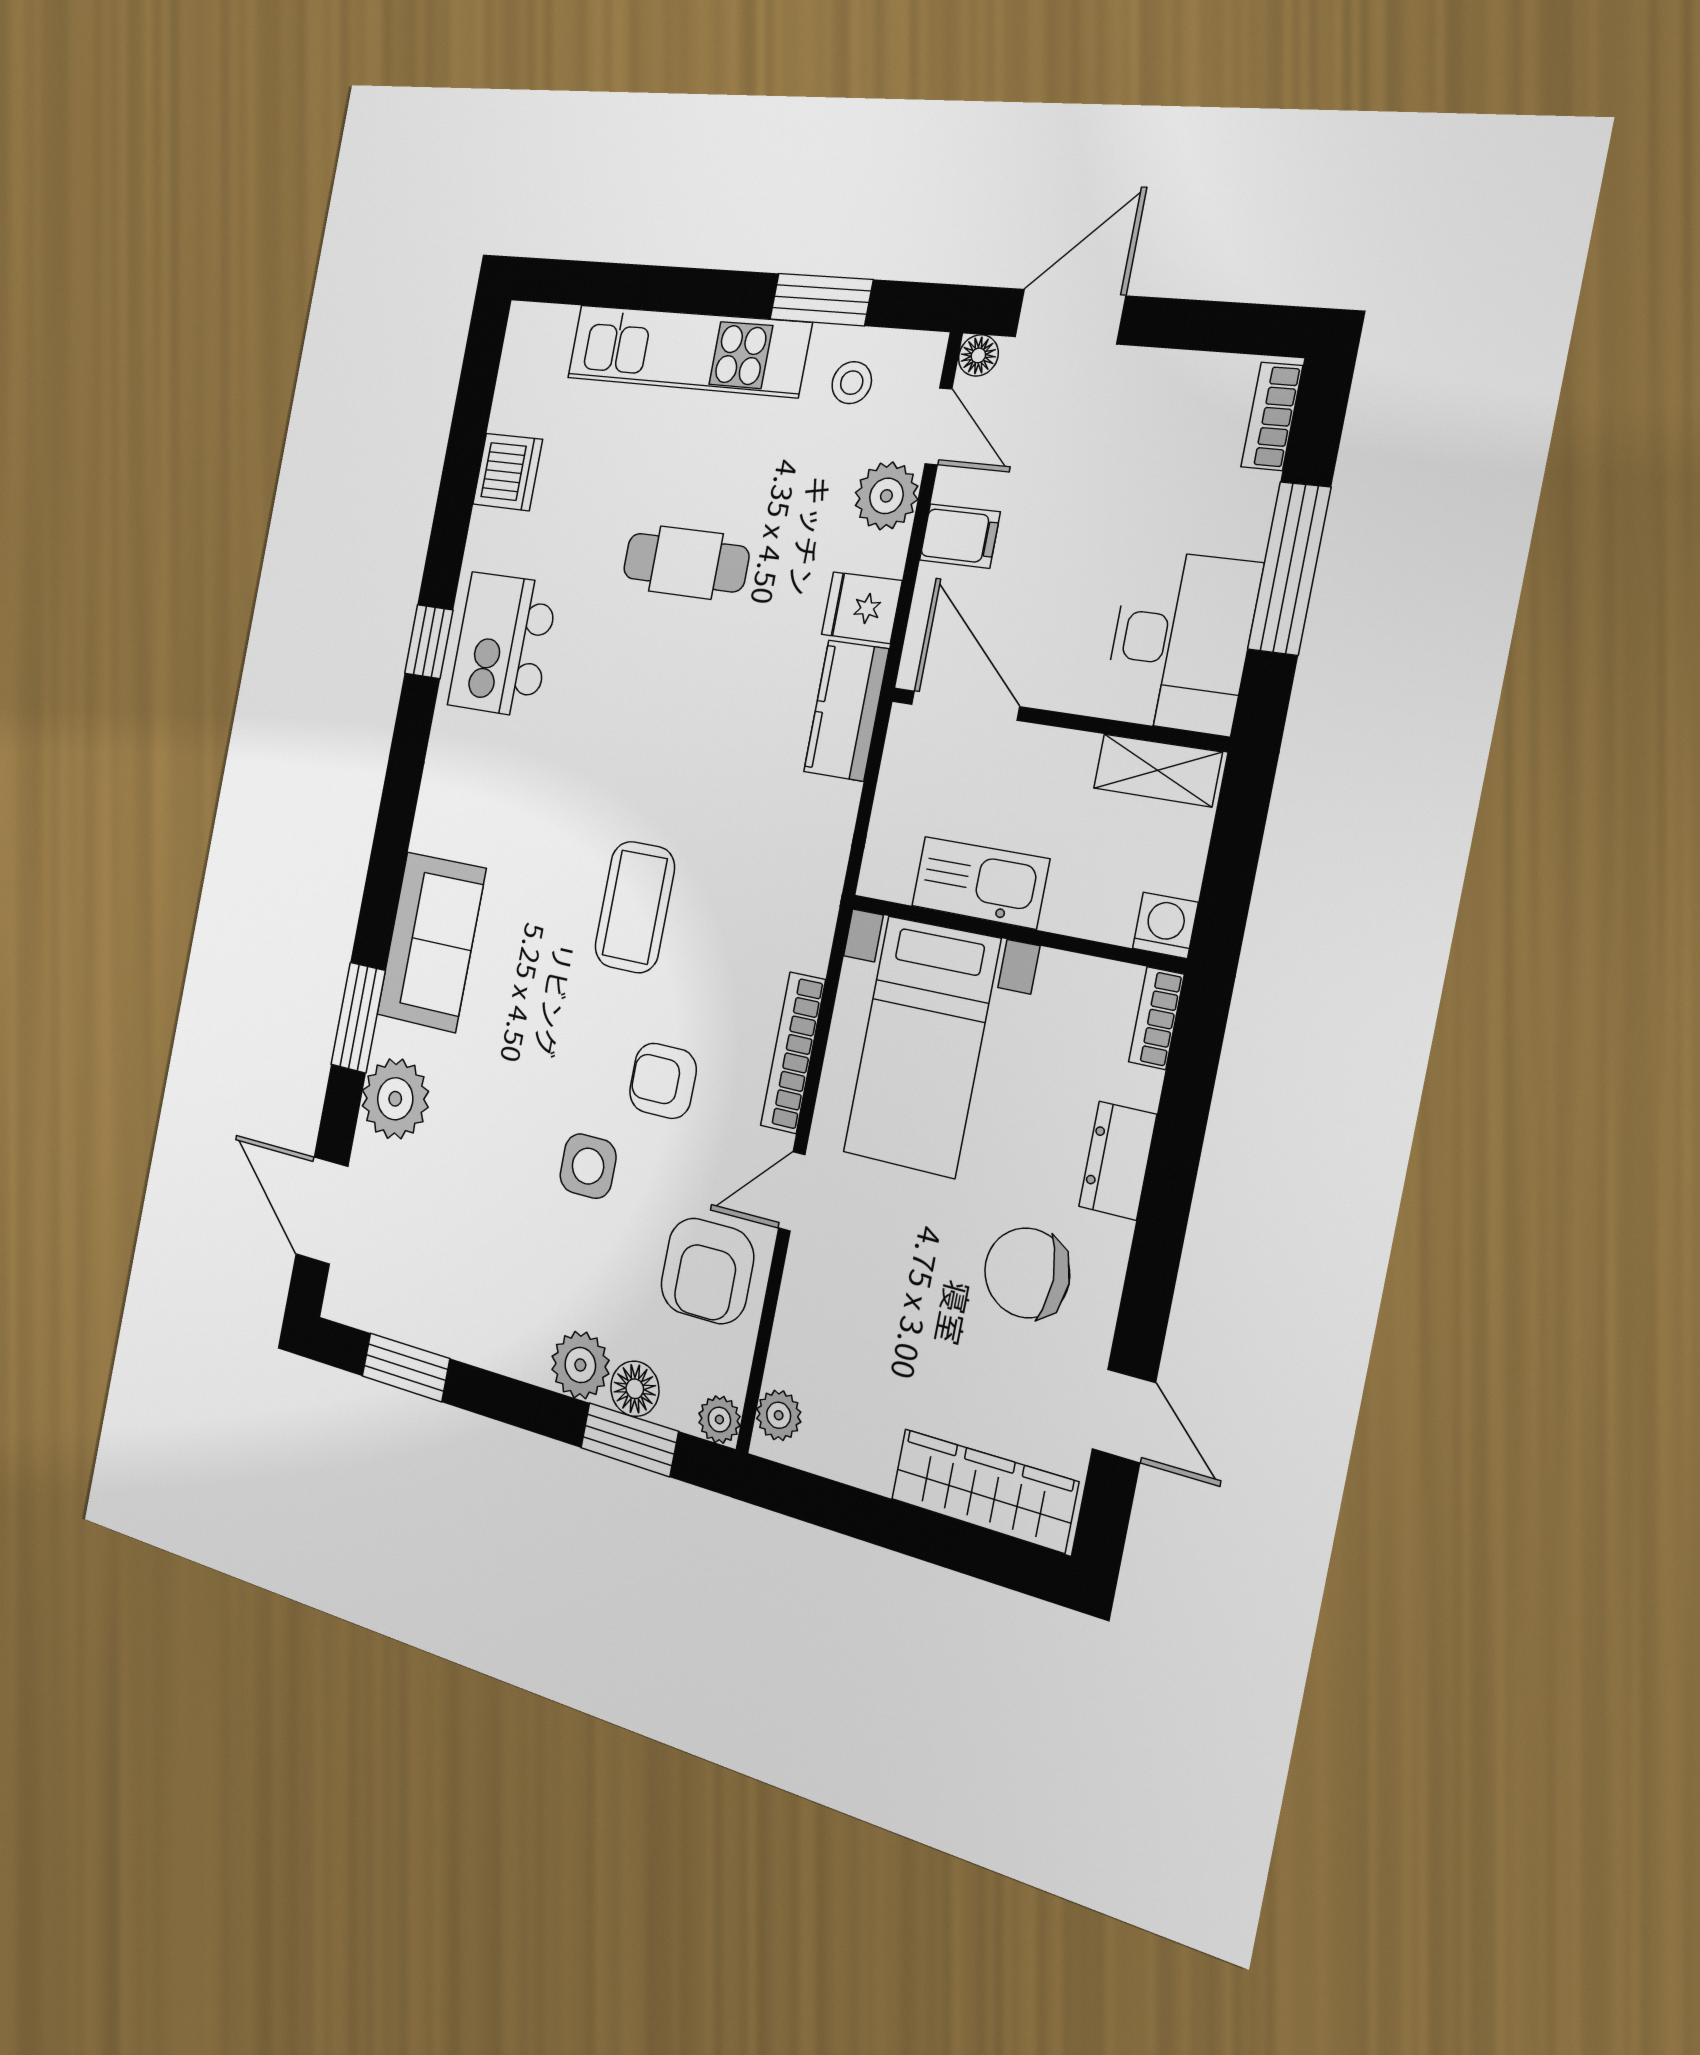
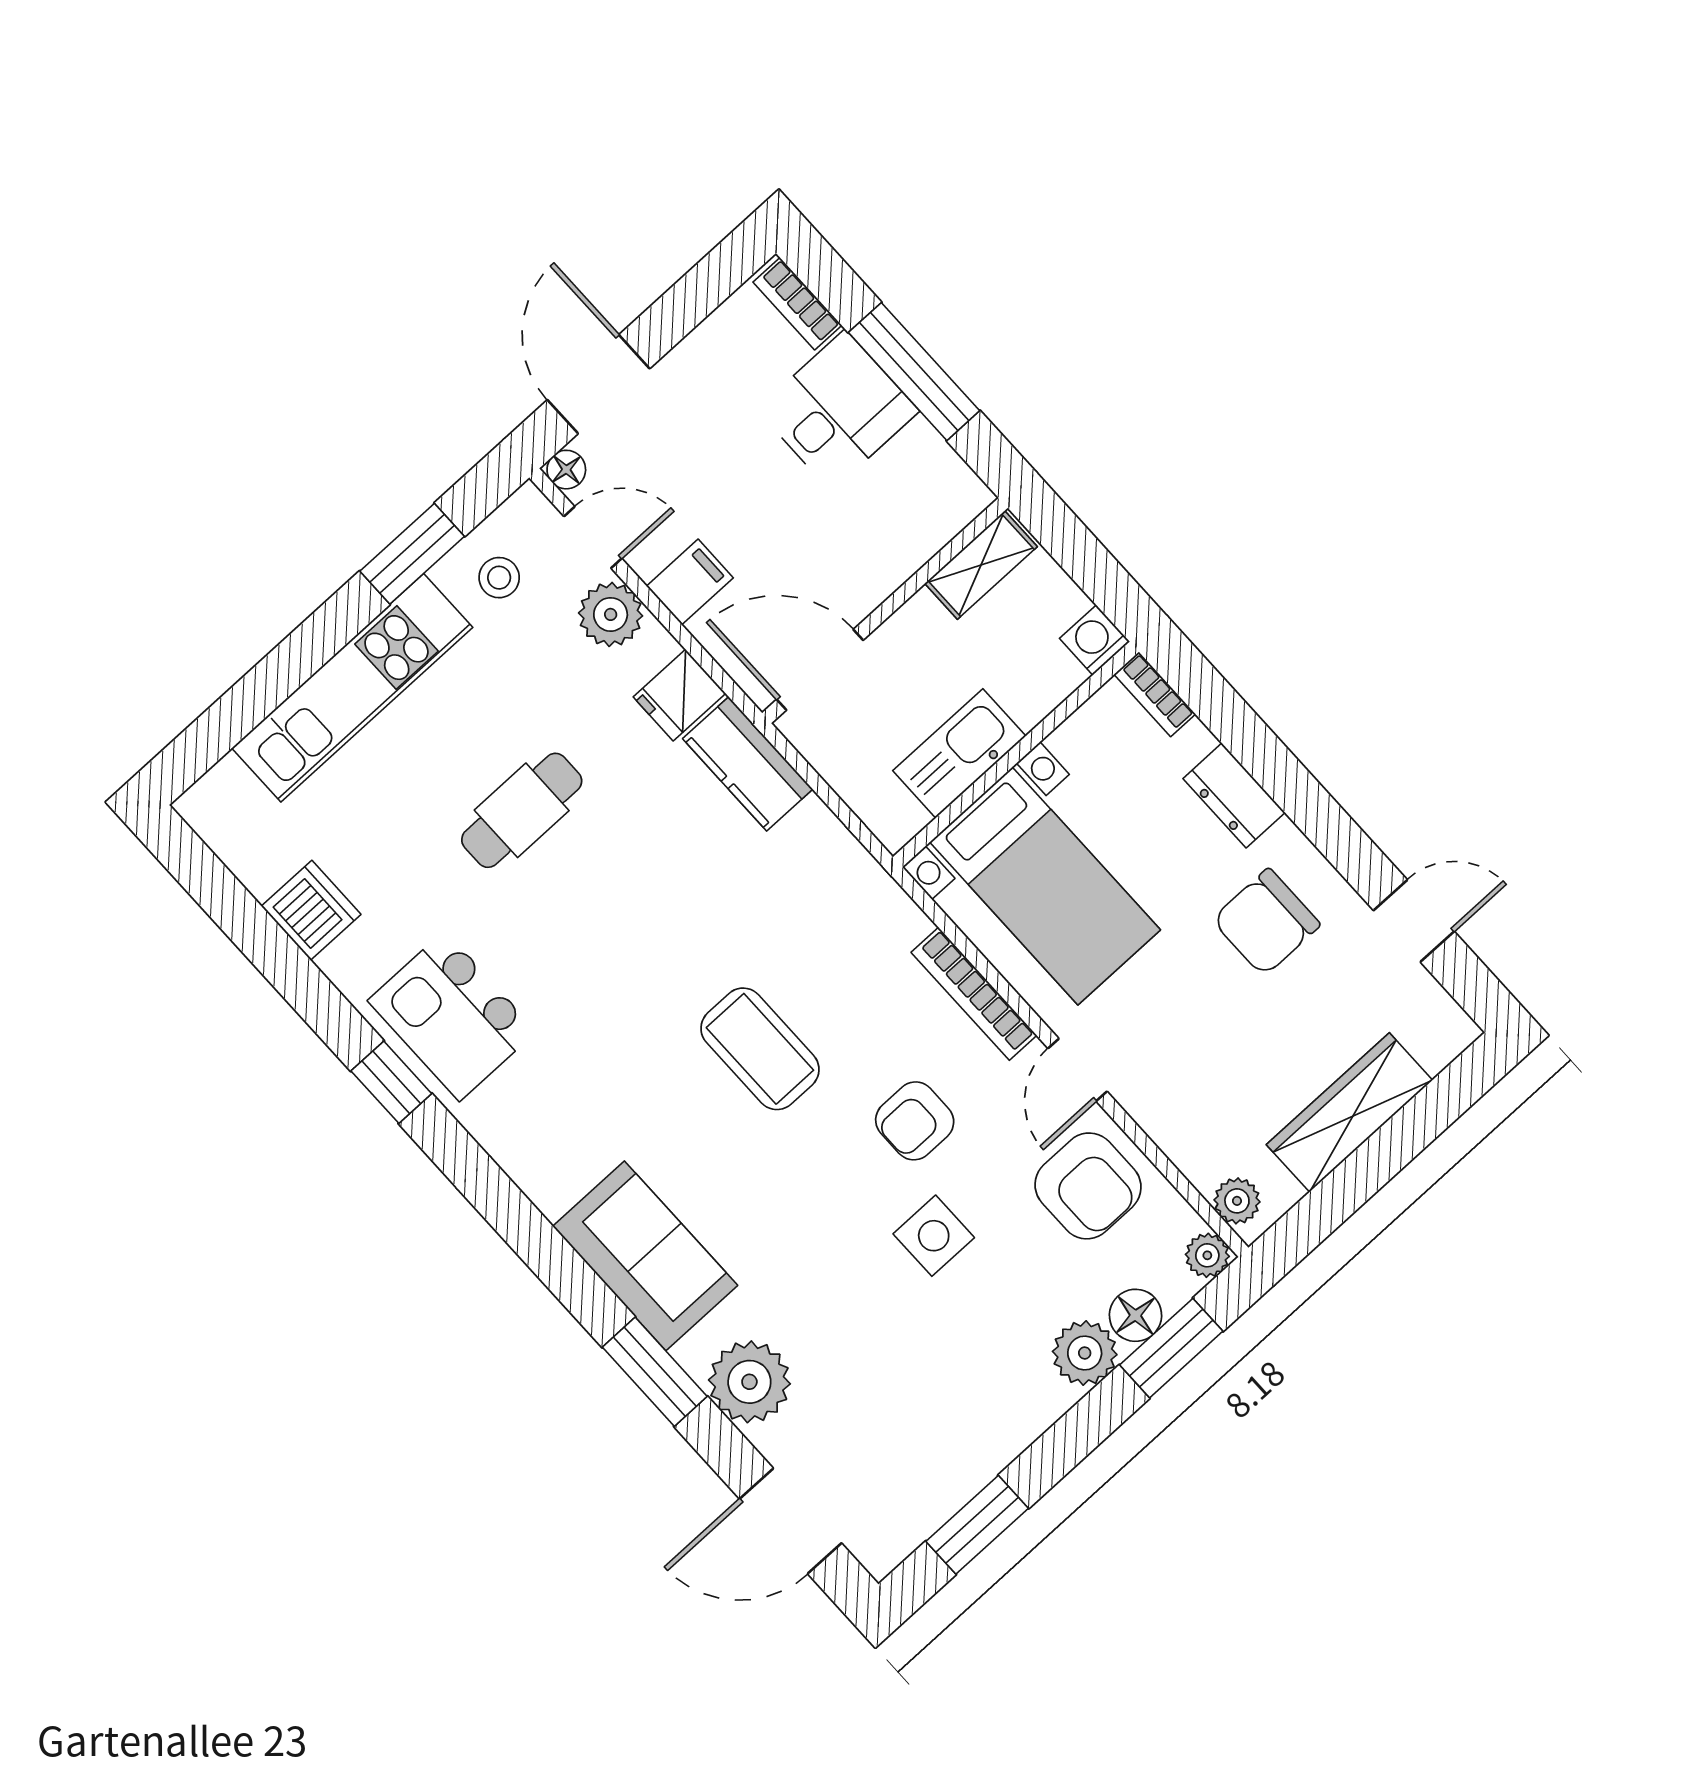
desk: (1181, 641) -> (838, 410), moved, width x0.73
wardrobe: (984, 1490) -> (1349, 1112), moved

